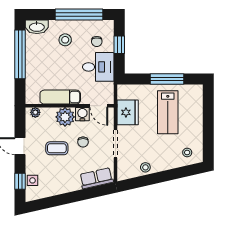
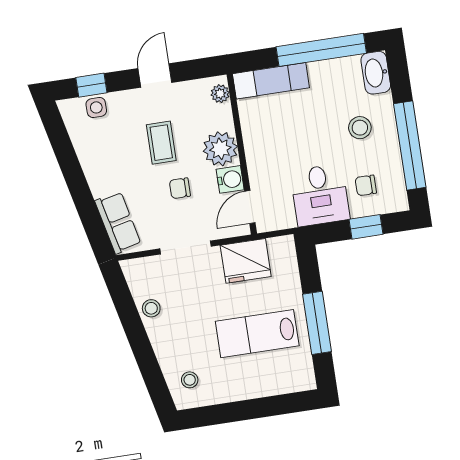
exam couch: (60, 97) -> (271, 81), moved, turned 90

